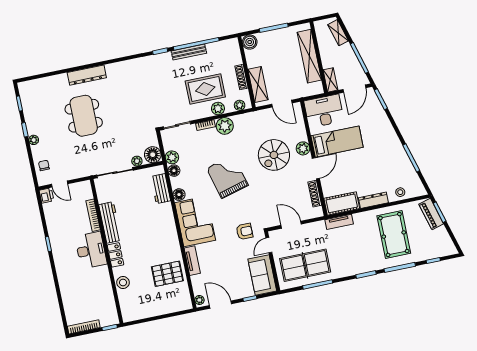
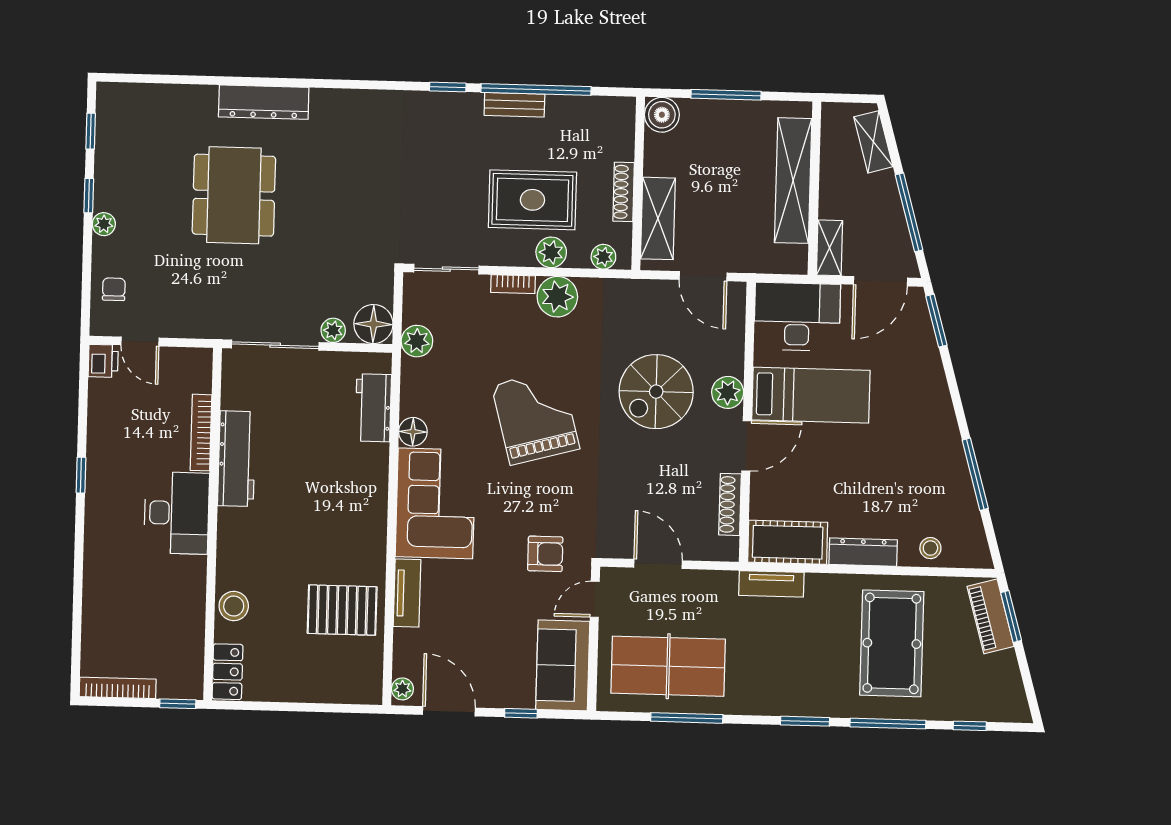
bench: (189, 52) -> (514, 105), width x0.73
floor lamp: (174, 171) -> (414, 373), removed
locker: (115, 255) -> (227, 672), moved

